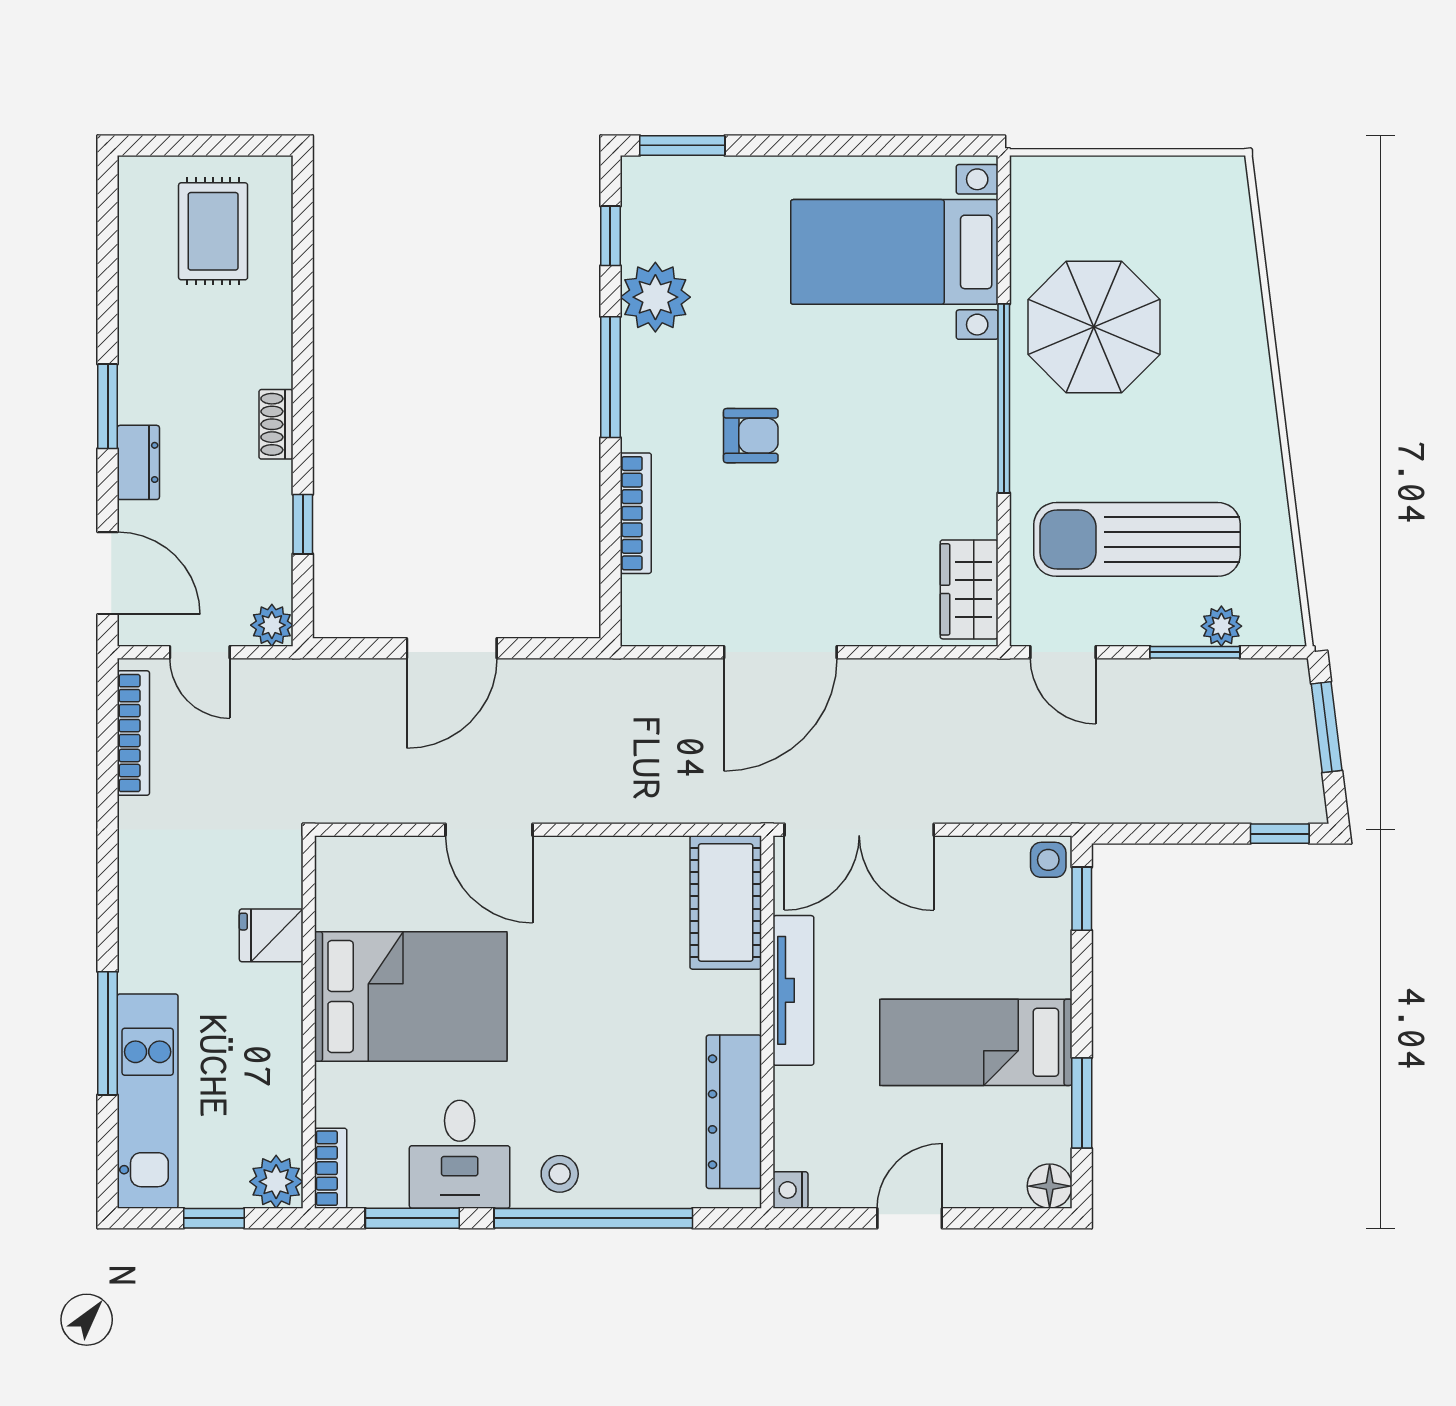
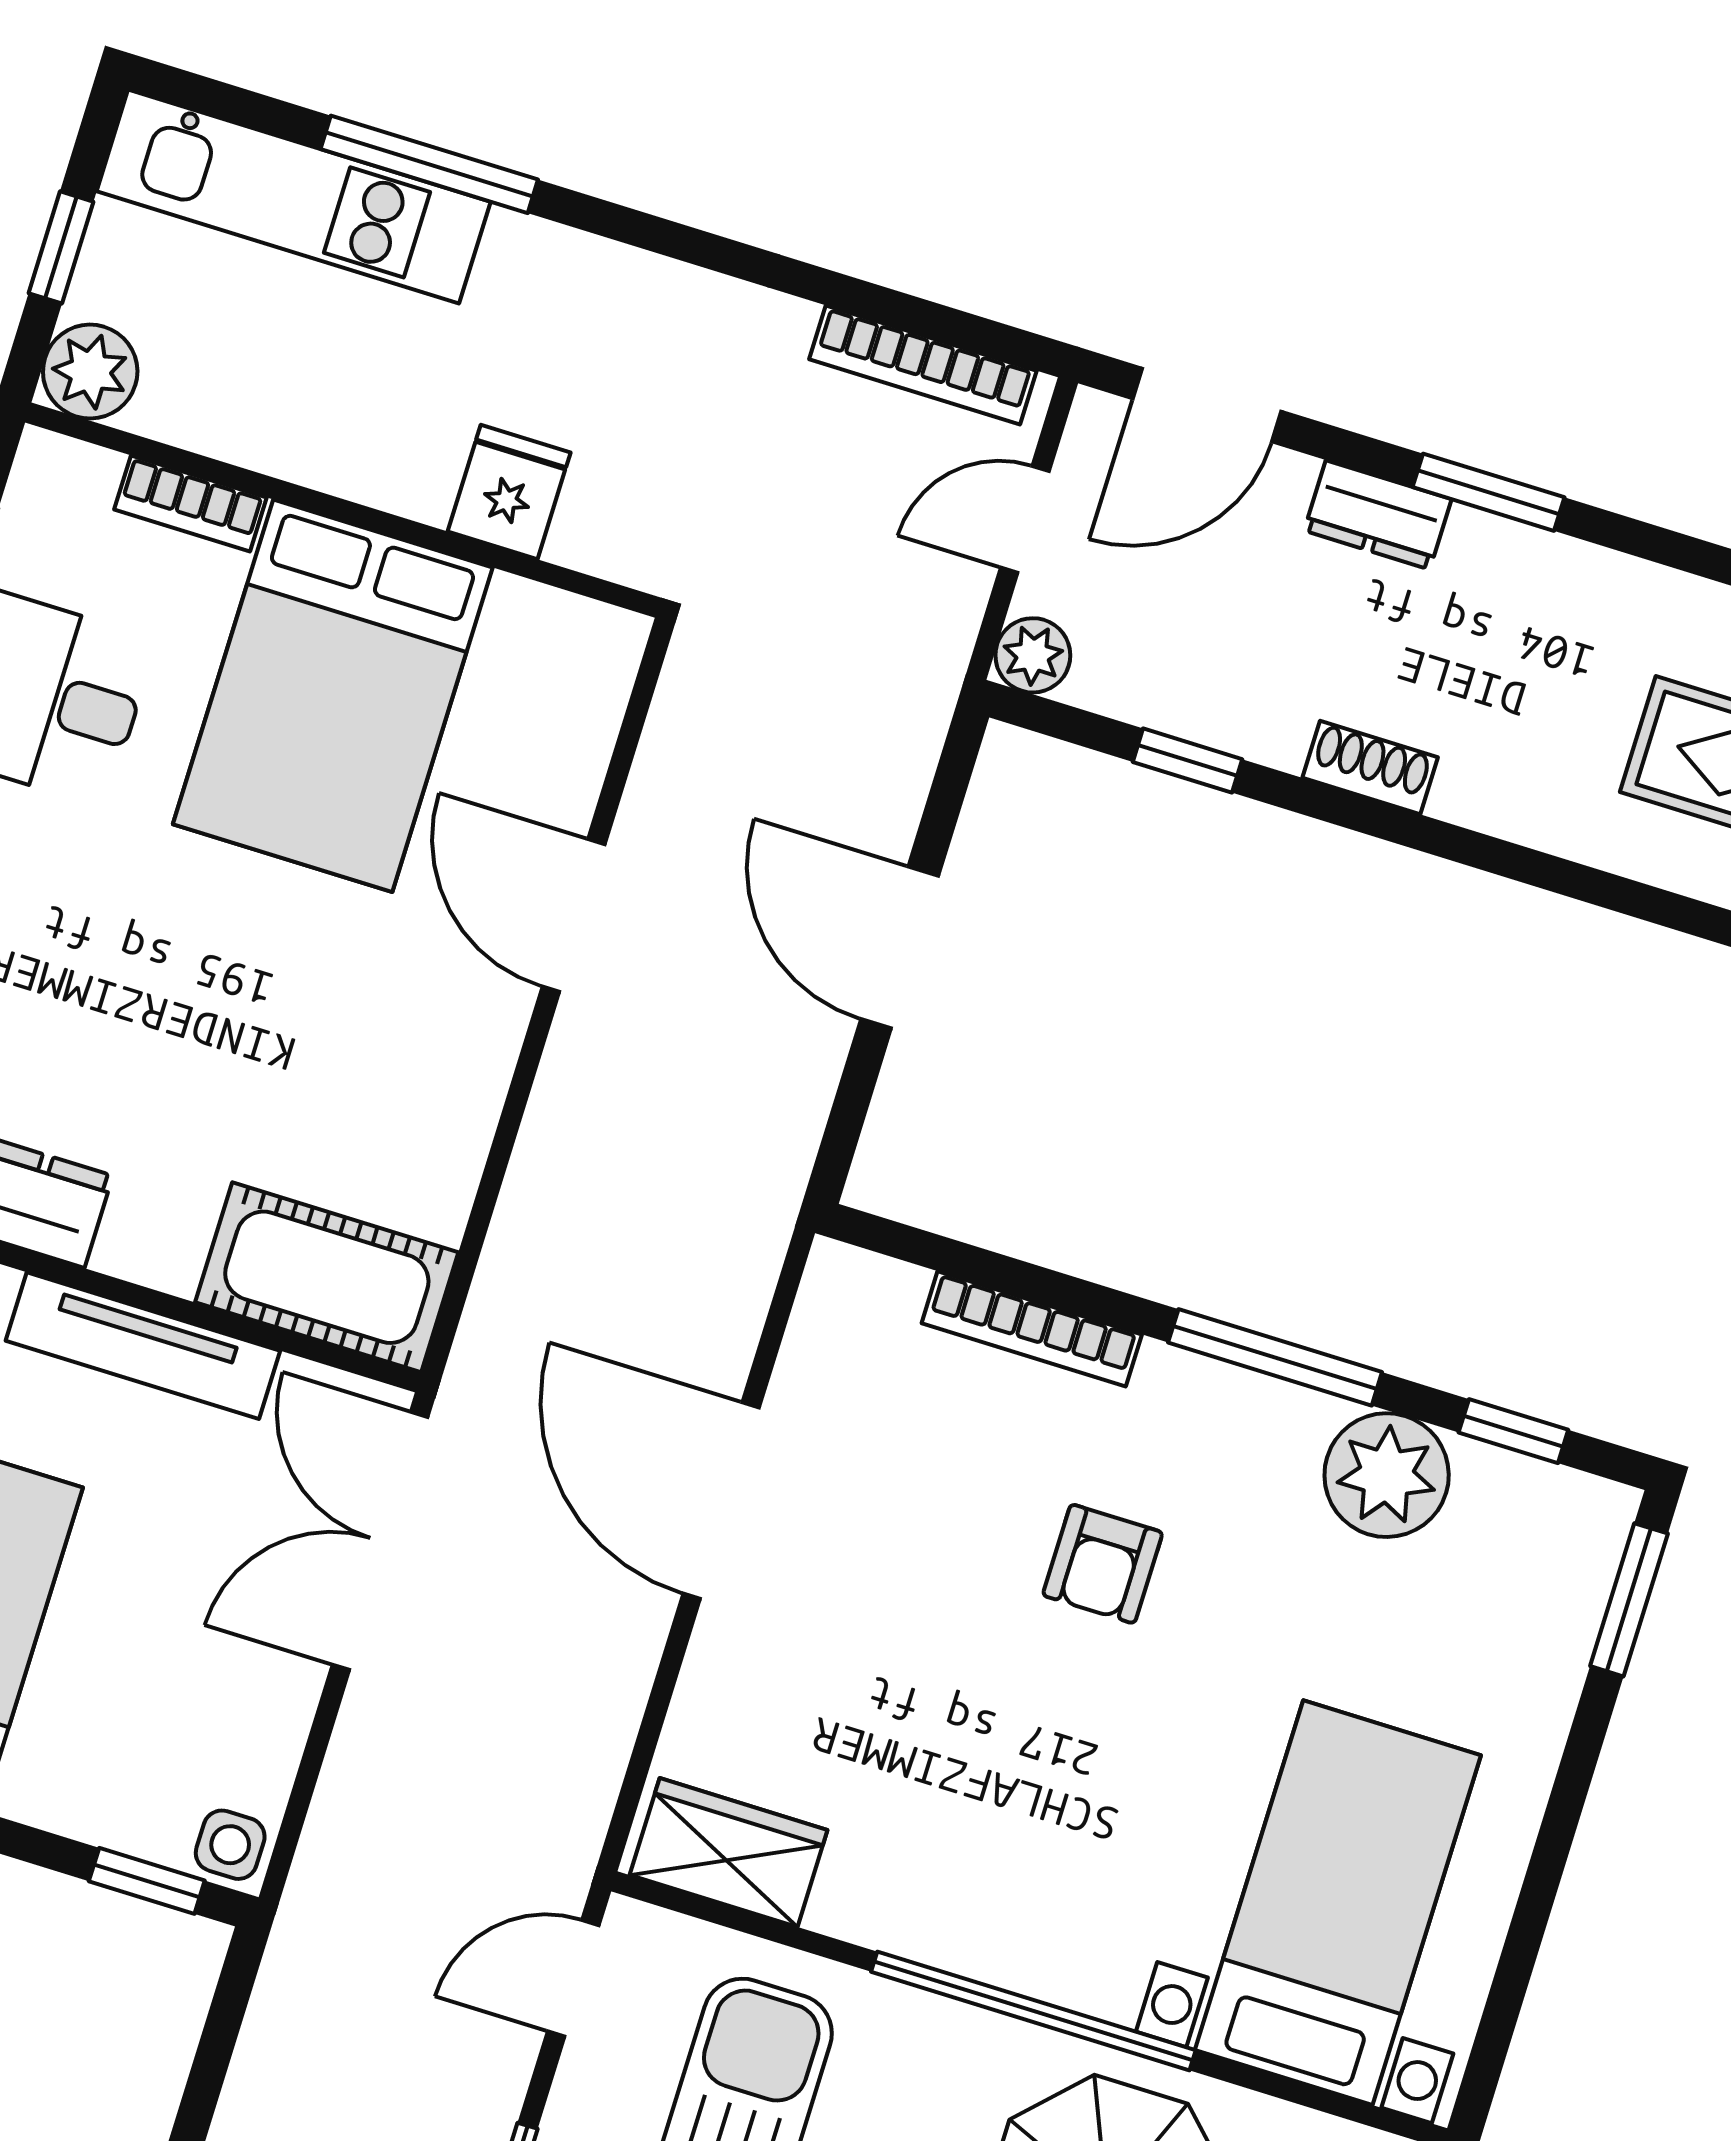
door: (489, 830) -> (574, 915), hinge flipped
bookcase: (331, 1168) -> (190, 504), moved

